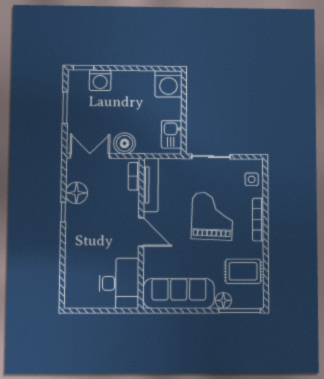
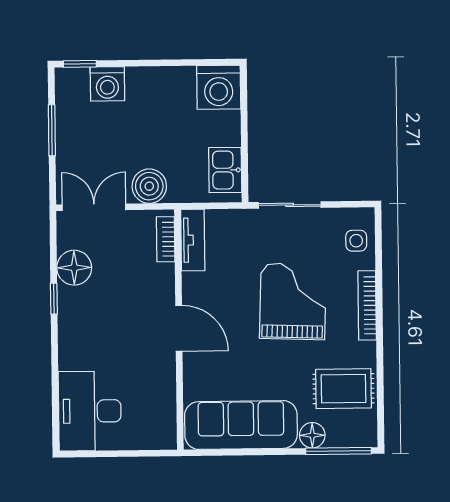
tv unit: (151, 185) -> (193, 240), width x0.71
desk: (119, 283) -> (90, 411), moved, turned 180

